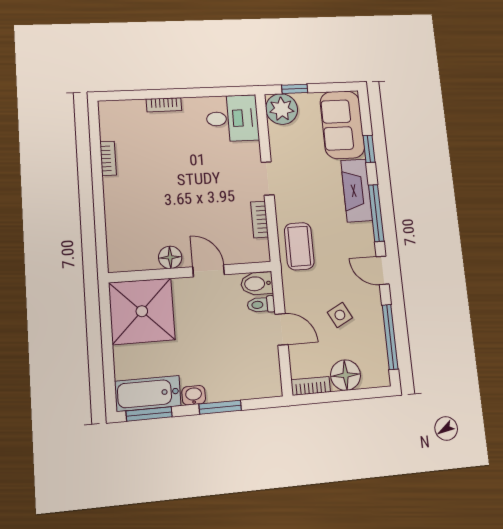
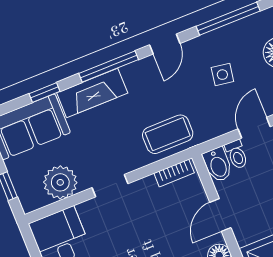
plant: (282, 109) -> (60, 182), moved
bookcase: (260, 220) -> (174, 173), moved
side table: (340, 315) -> (222, 75), turned 37

